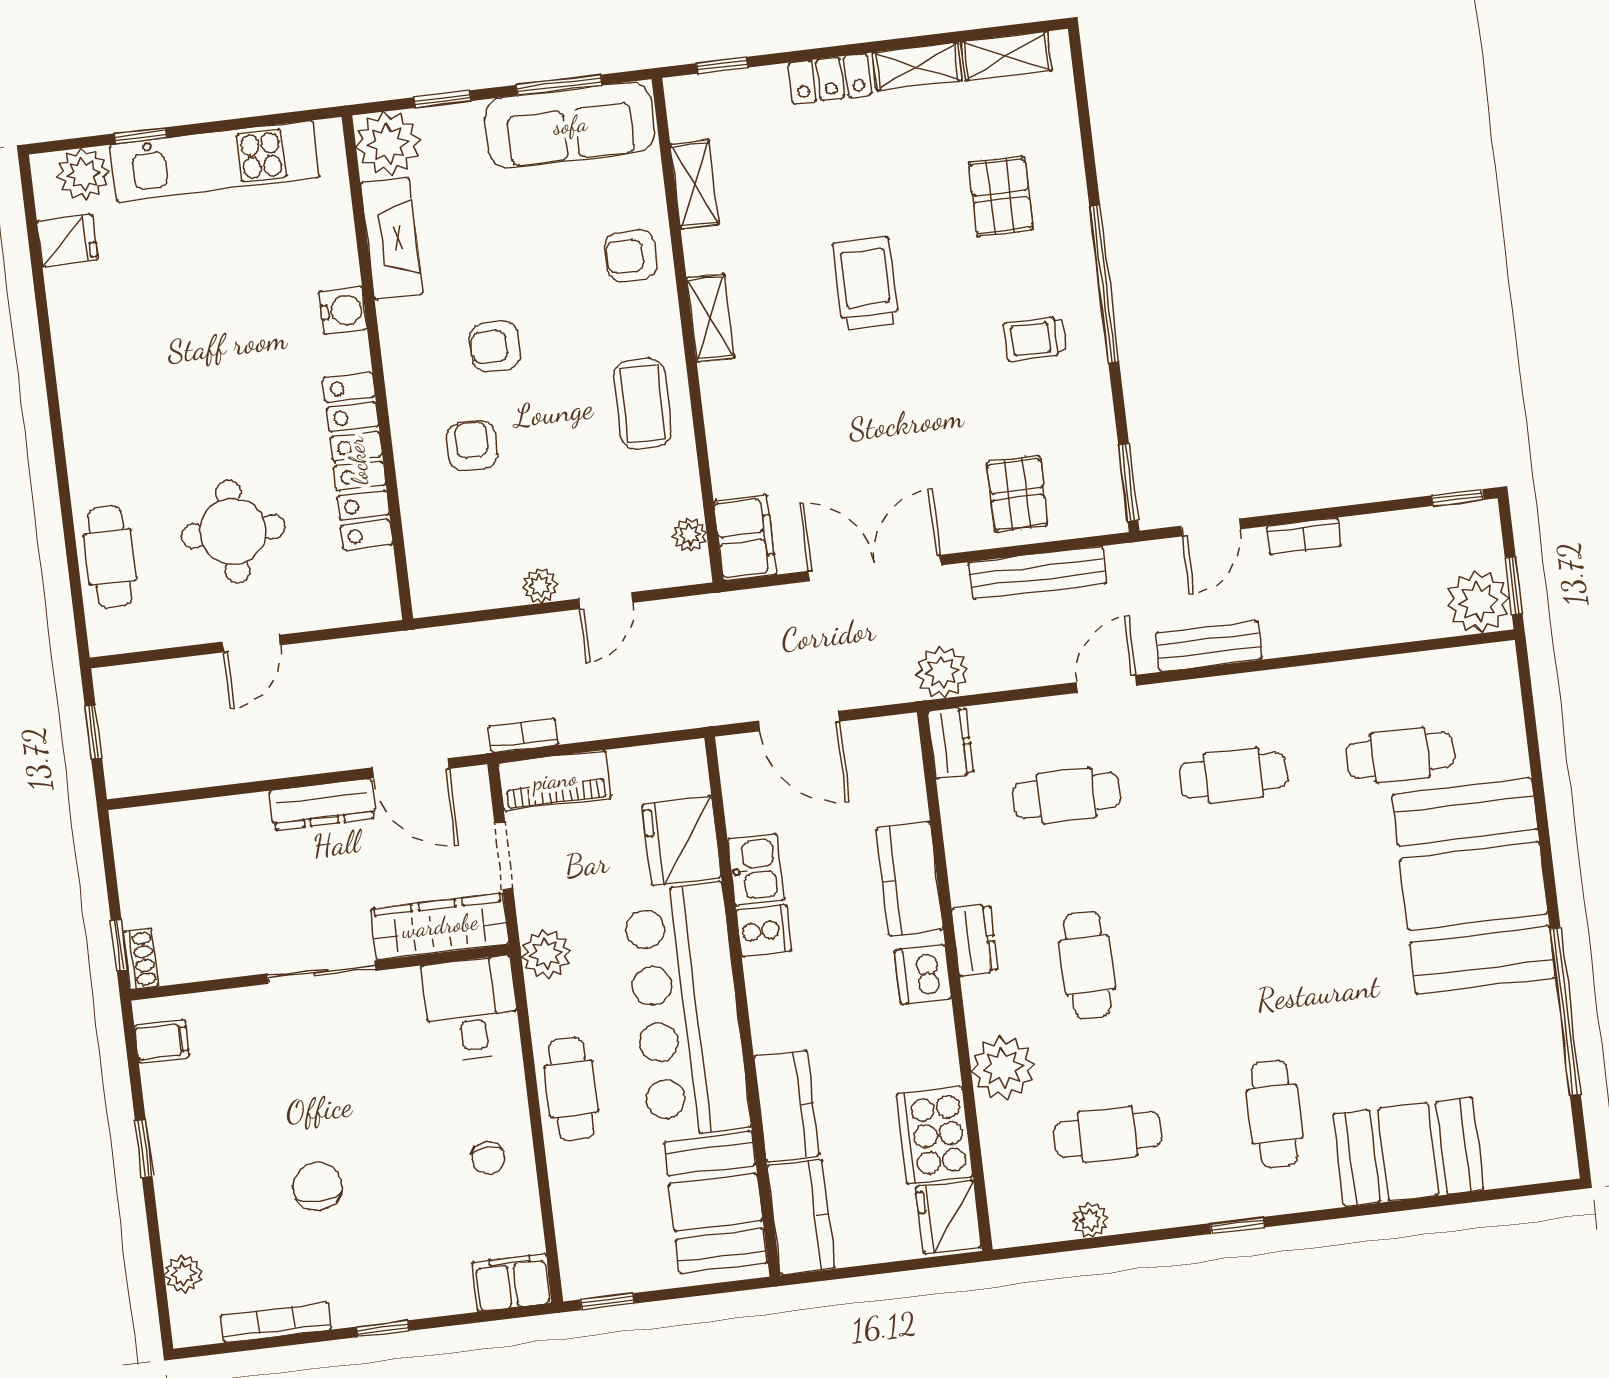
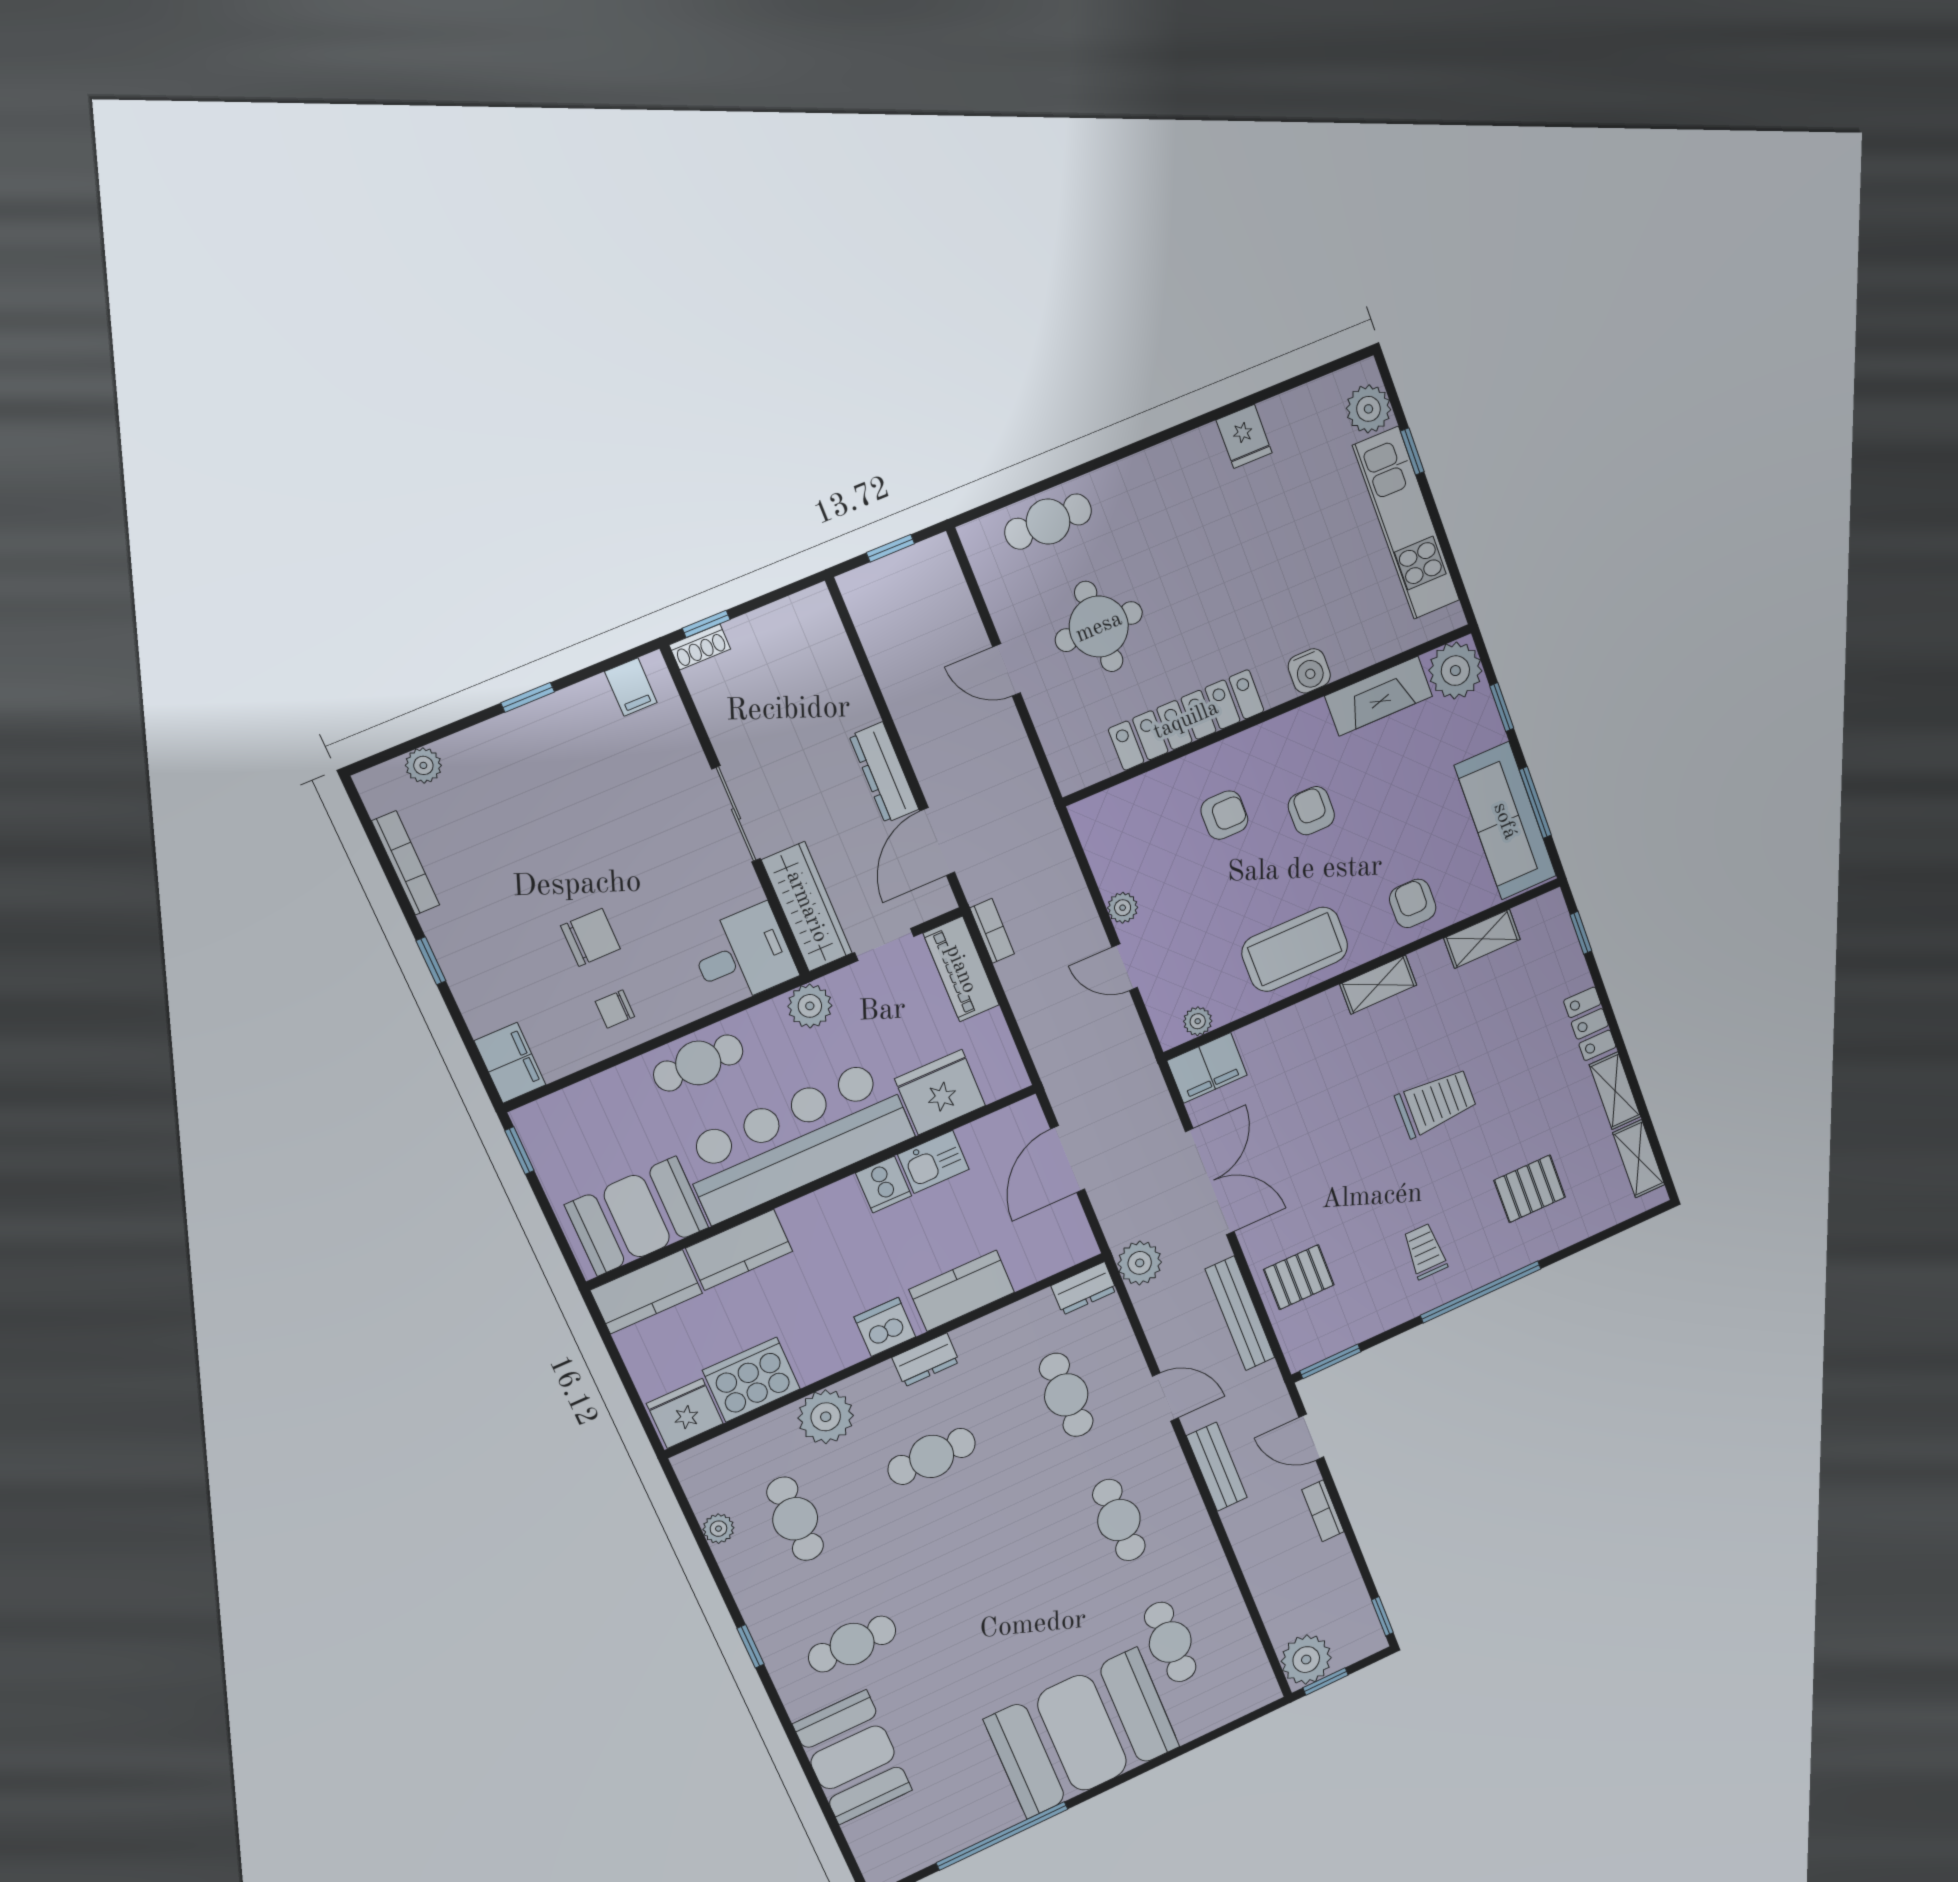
fridge: (67, 240) -> (1244, 436), moved
coffee table: (642, 404) -> (1295, 949), width x1.36, depth x1.32
chair: (317, 1186) -> (590, 937), moved

